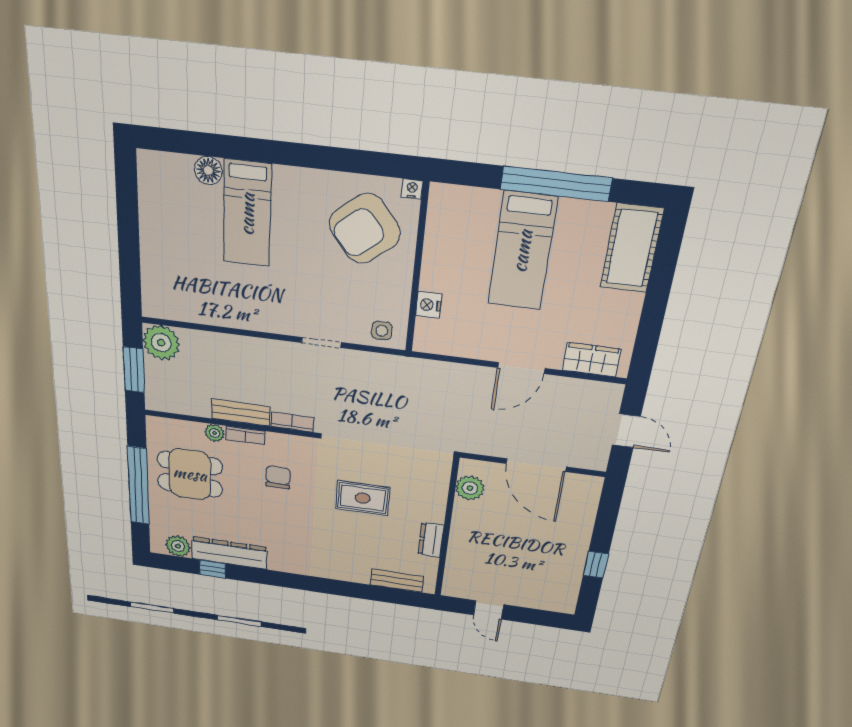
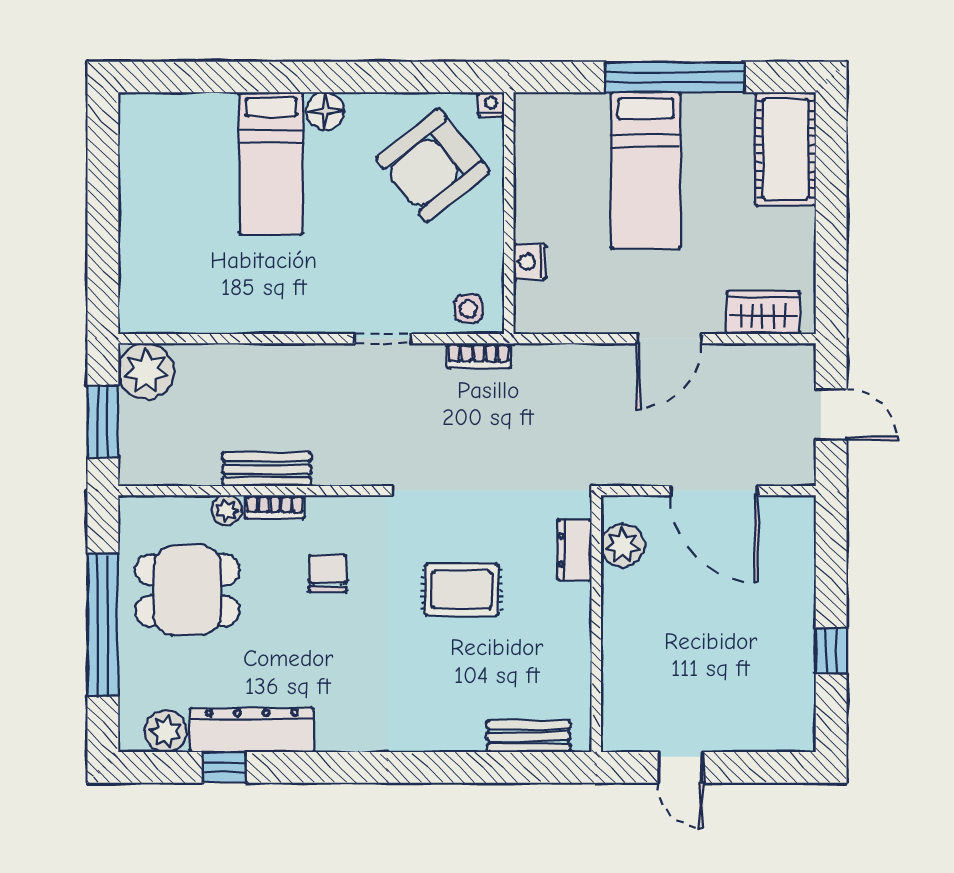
floor lamp: (208, 171) -> (325, 111), moved
bookcase: (292, 422) -> (479, 356), moved, turned 180
dresser: (431, 540) -> (574, 550), moved

